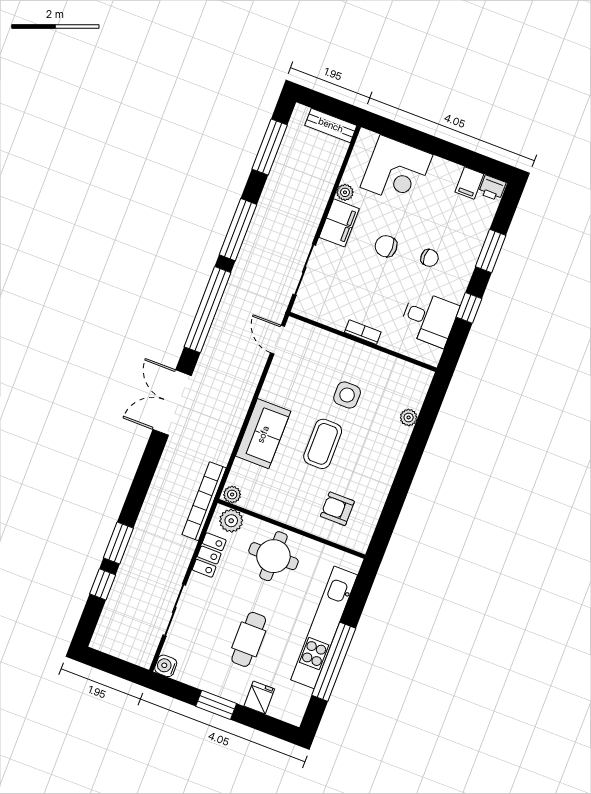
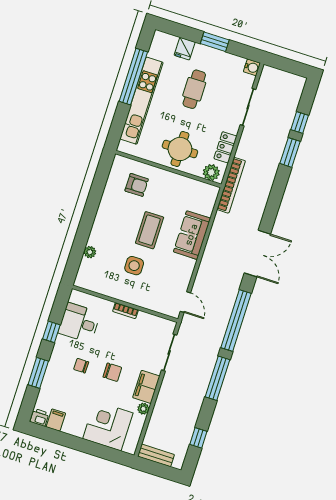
window: (270, 147) -> (198, 438), width x0.46
plant: (232, 495) -> (212, 191), removed

